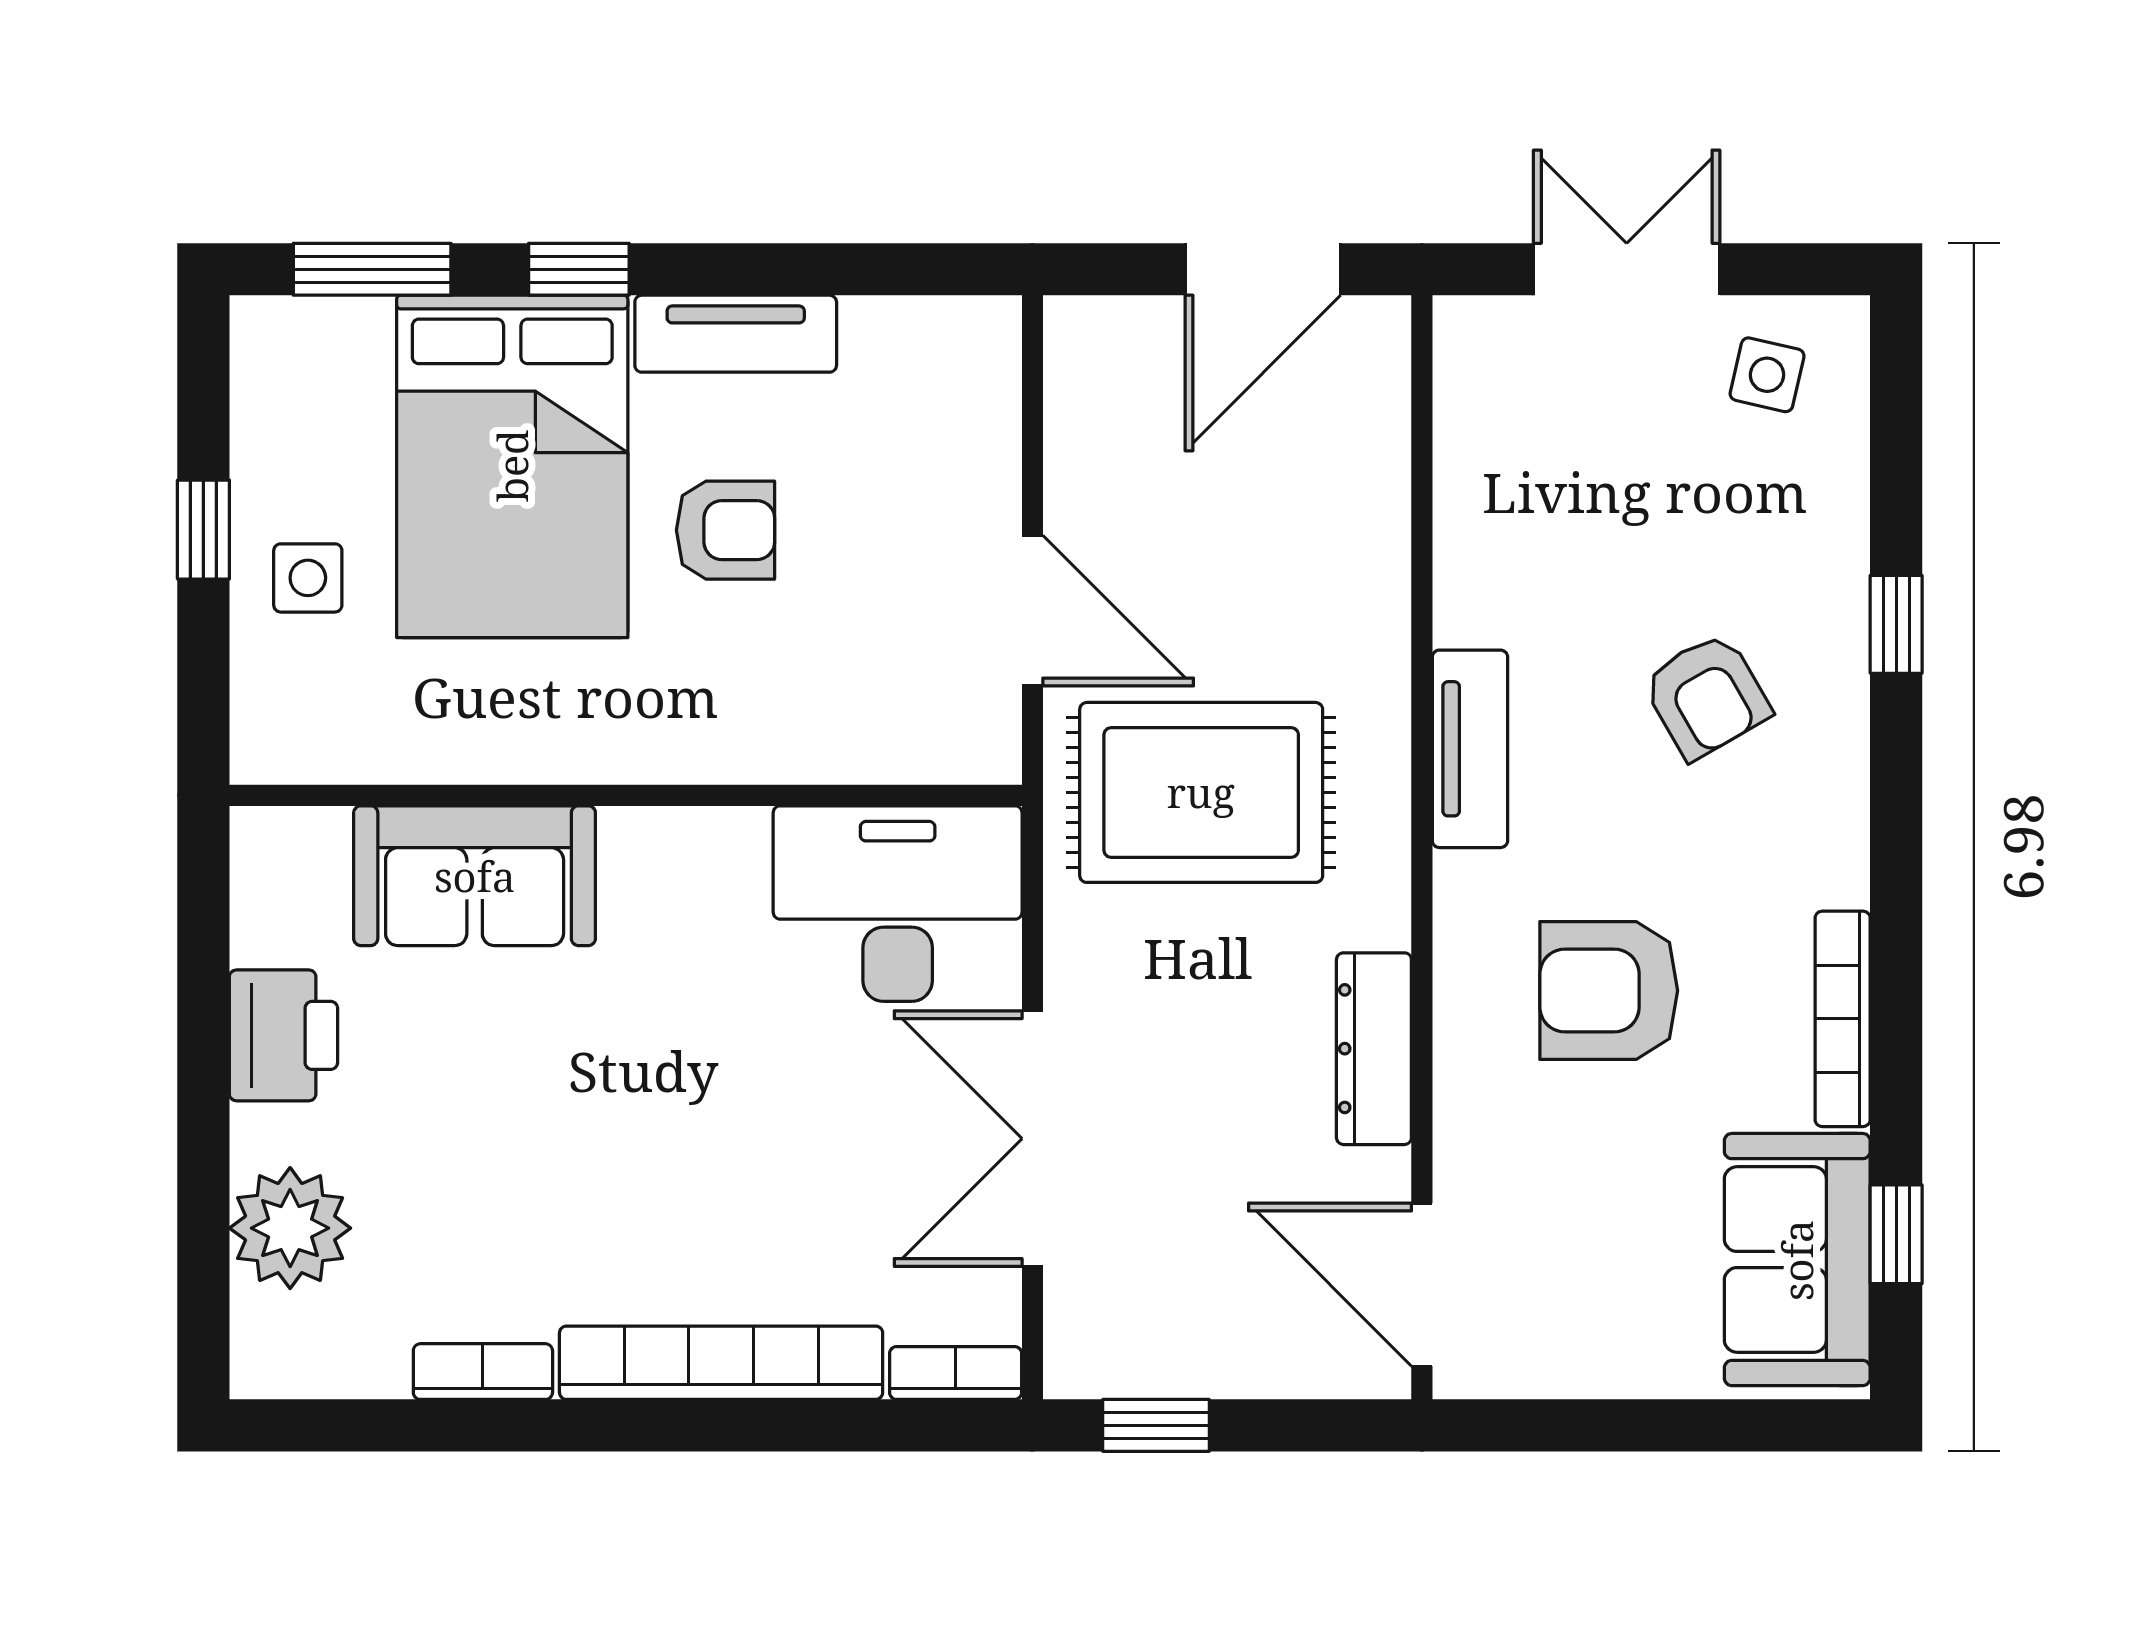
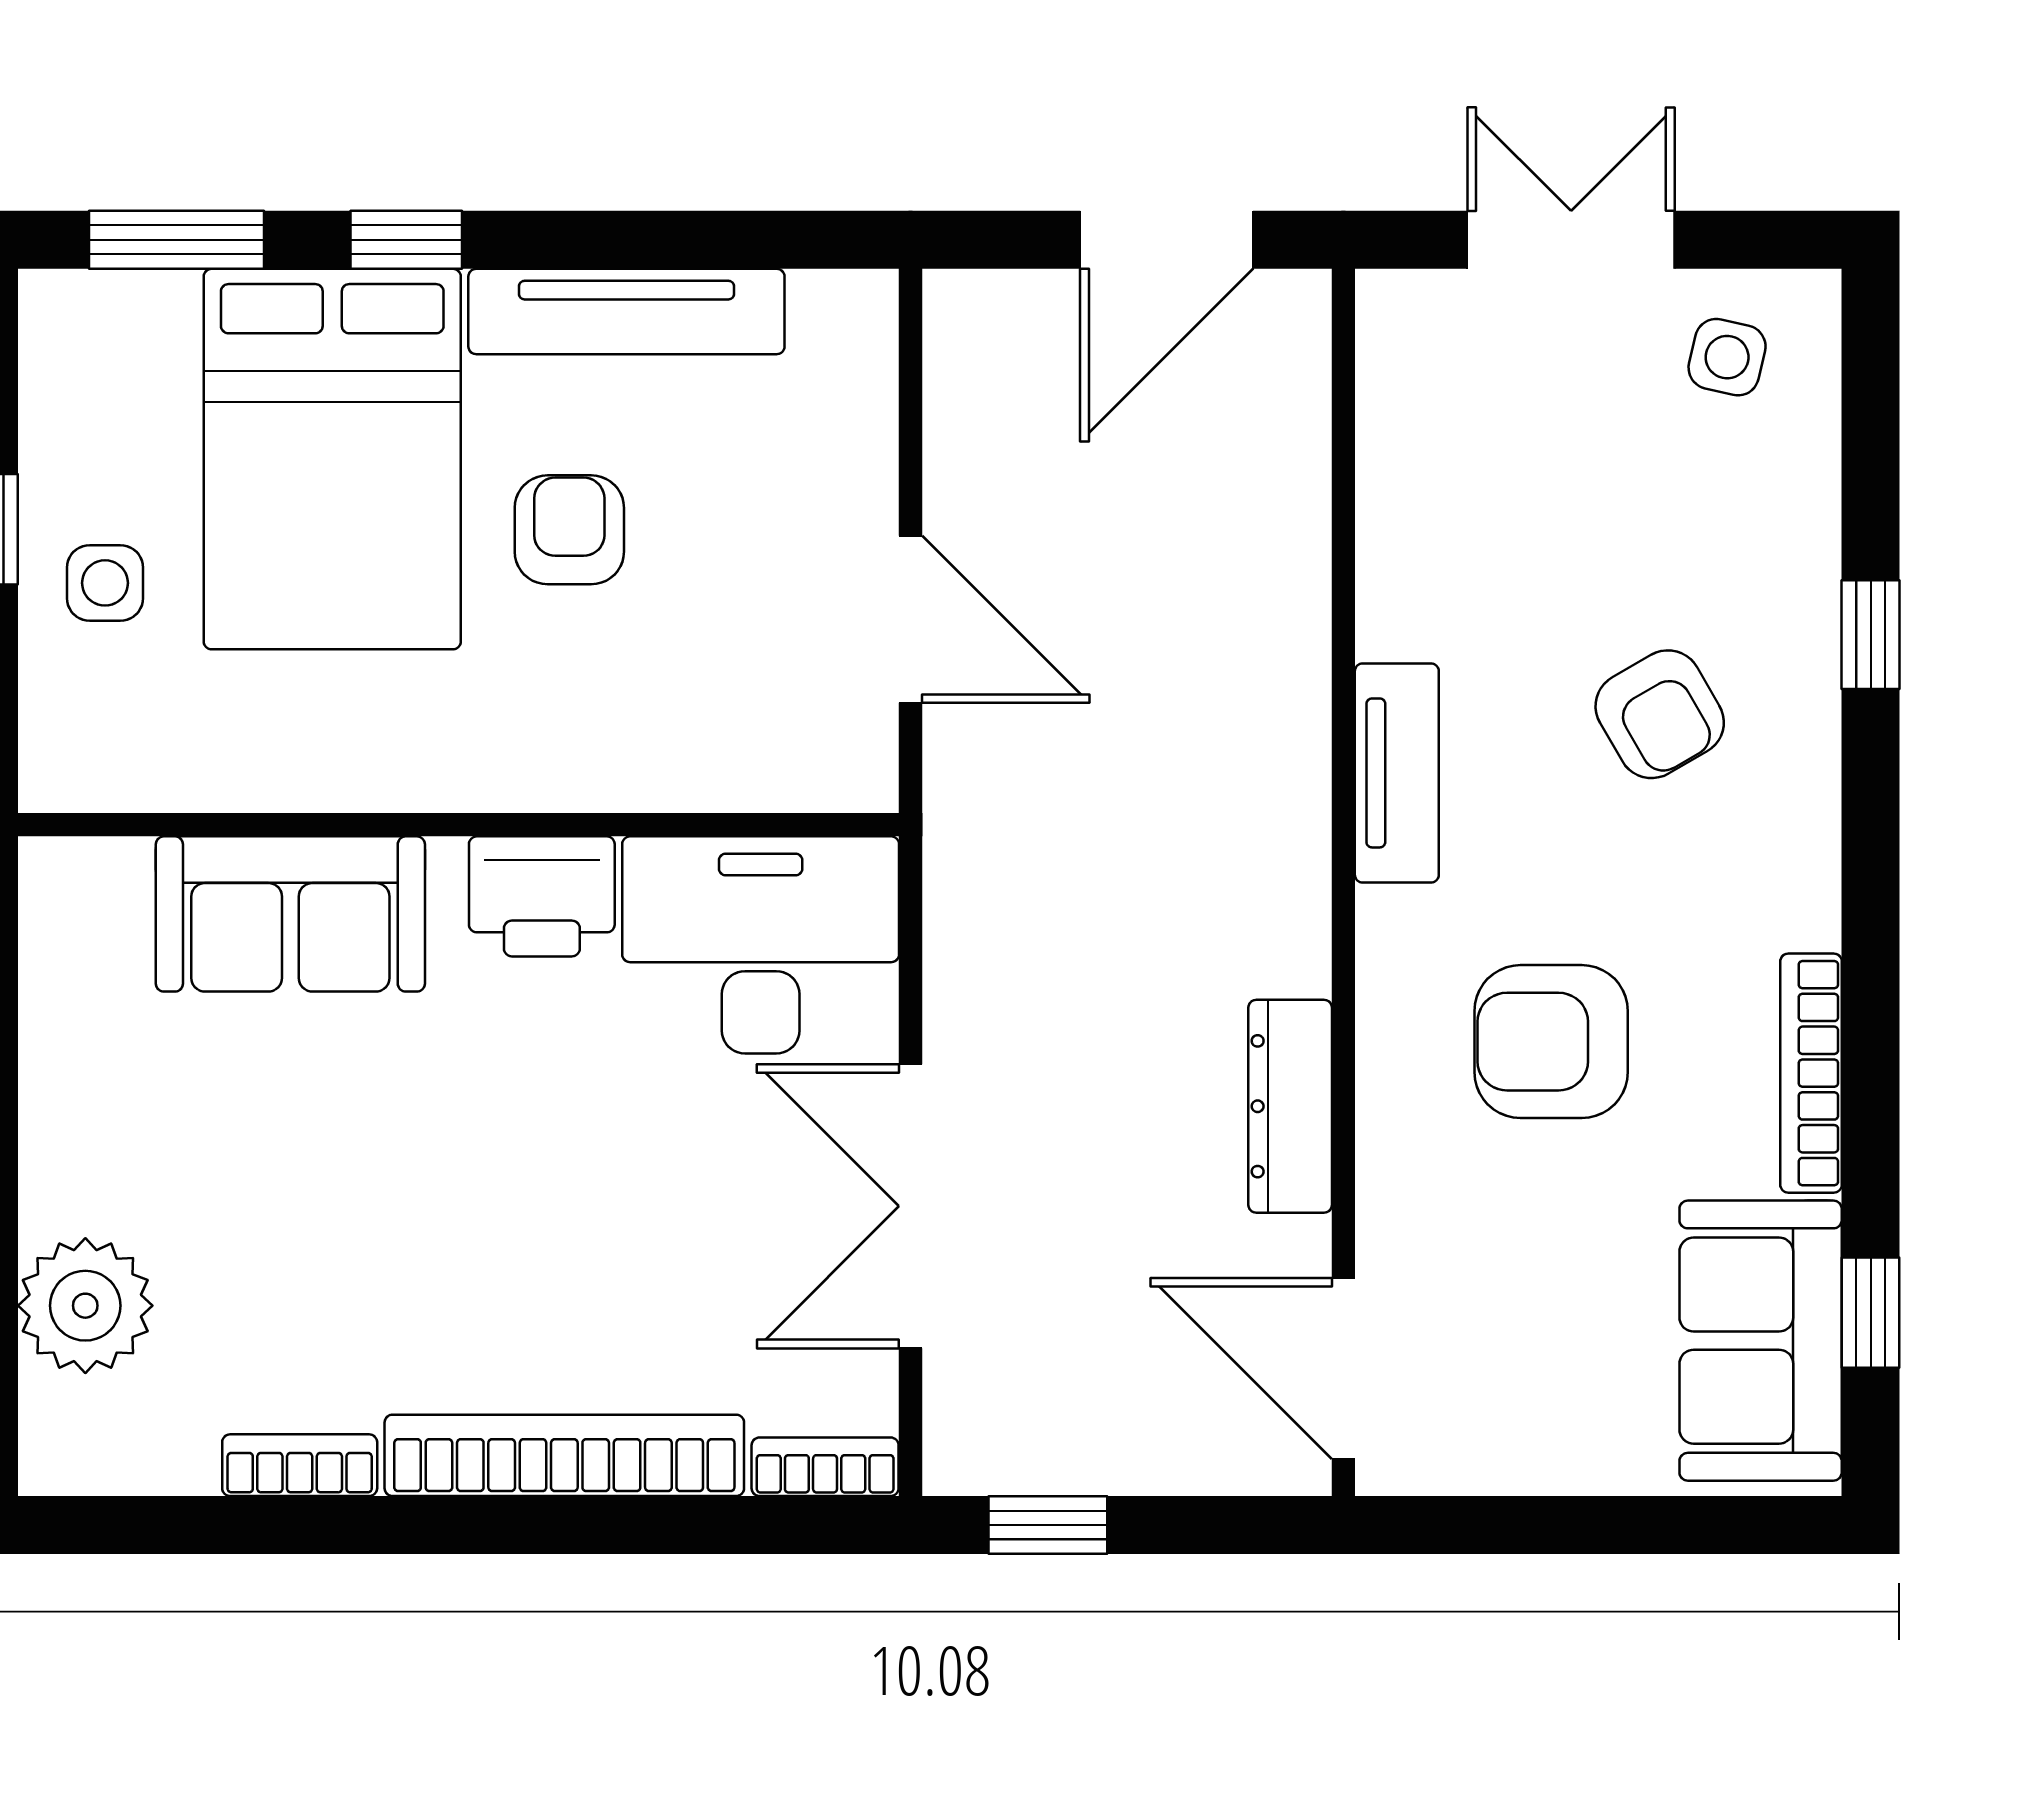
tv unit: (736, 334) -> (626, 312), width x1.41
armchair: (726, 530) -> (569, 530), turned -90
rug: (1201, 792) -> (1098, 821), removed
printer: (283, 1035) -> (542, 896), moved, turned 90

